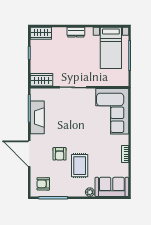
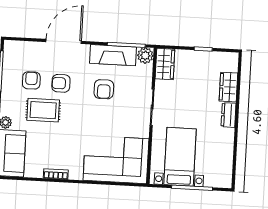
wardrobe: (41, 33) -> (228, 87), moved
bed with nightstands: (111, 48) -> (180, 157), moved, turned 90
plant: (36, 94) -> (145, 56), added
armchair: (62, 123) -> (104, 89), added
armchair: (43, 184) -> (31, 80), moved

